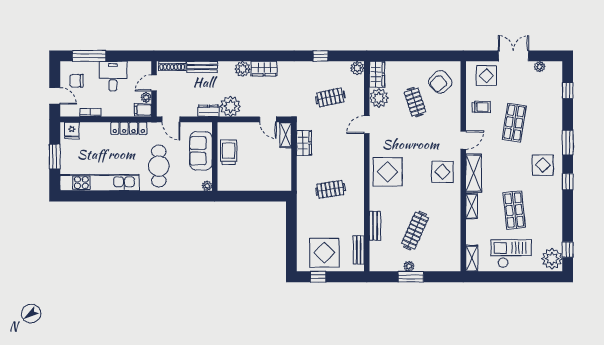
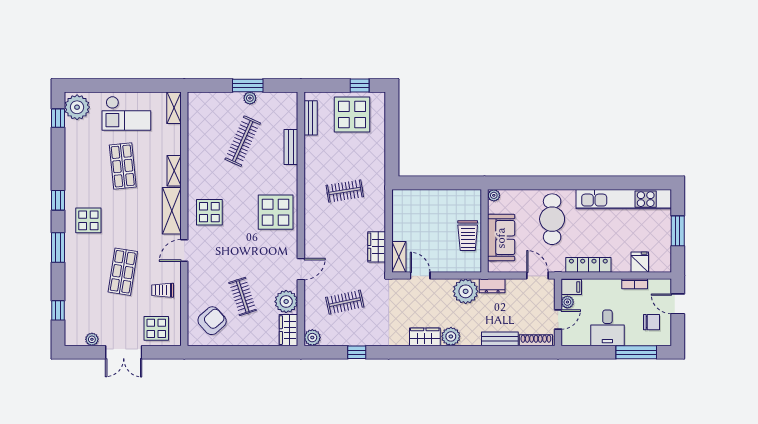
fridge: (72, 130) -> (640, 262), moved

